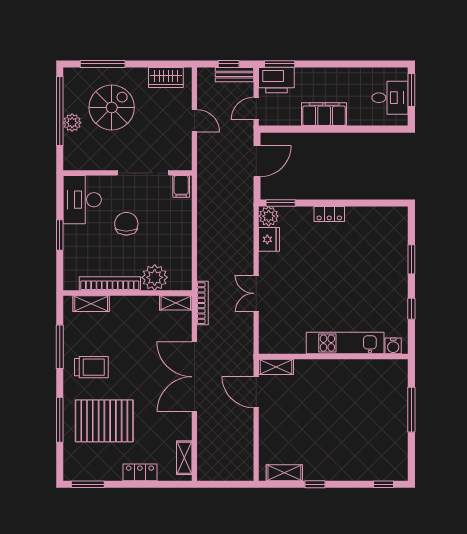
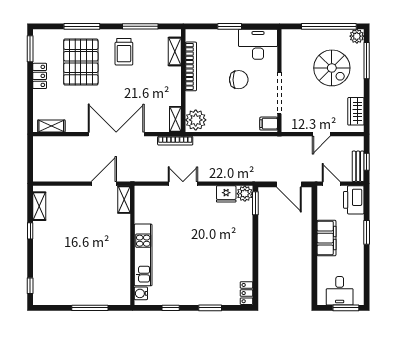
window: (280, 64) -> (367, 232), moved
plant: (72, 123) -> (357, 36), moved
locker: (329, 214) -> (246, 293), moved
plant: (155, 277) -> (196, 120), moved
locker: (140, 472) -> (40, 76), moved

